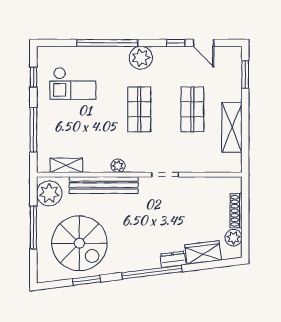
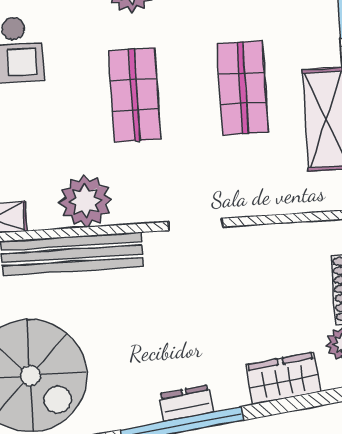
plant: (118, 166) -> (86, 201), width x1.87, depth x1.87
dresser: (173, 259) -> (186, 403), moved

